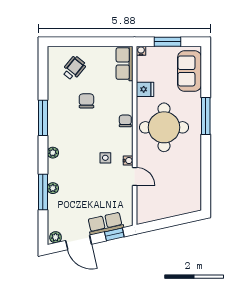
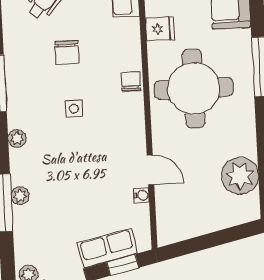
chair: (86, 101) -> (67, 52), turned 180
side table: (105, 158) -> (74, 109), moved
water cooler: (128, 161) -> (141, 195), moved
plant: (190, 183) -> (240, 176), added

